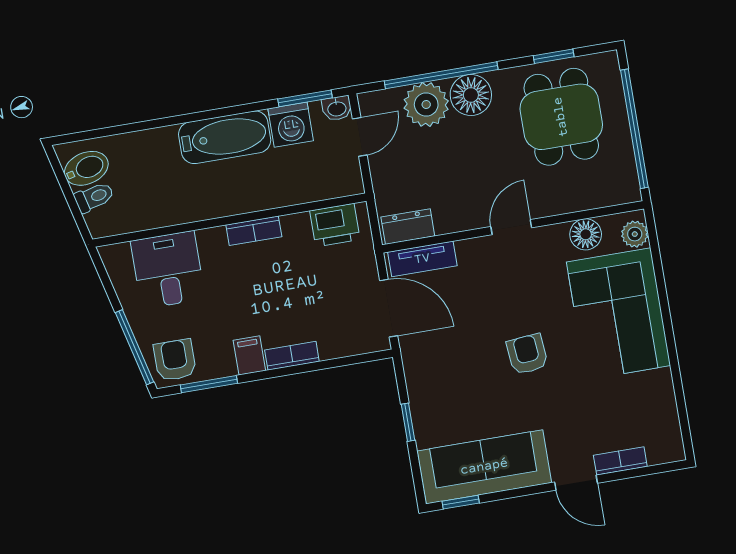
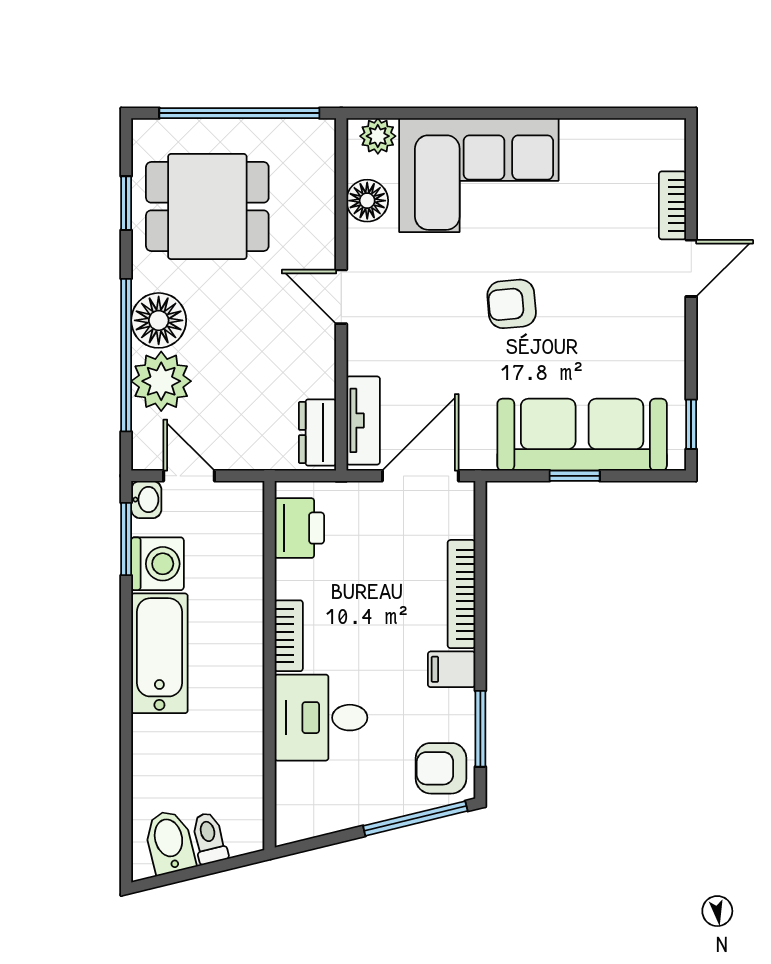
desk: (168, 270) -> (321, 718), moved
bookcase: (292, 356) -> (461, 594), width x1.56
sofa: (484, 467) -> (582, 435), moved, turned 90

